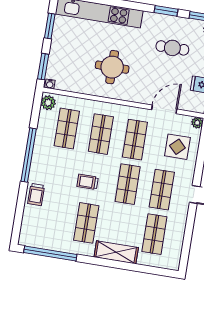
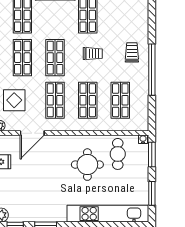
cafe table: (172, 48) -> (118, 154), moved, turned 90
plant: (48, 103) -> (142, 122), removed
trolley: (36, 195) -> (132, 52), moved

